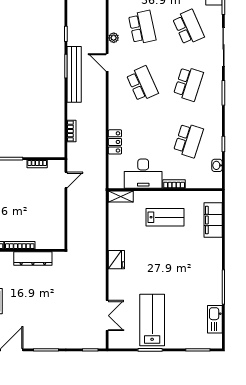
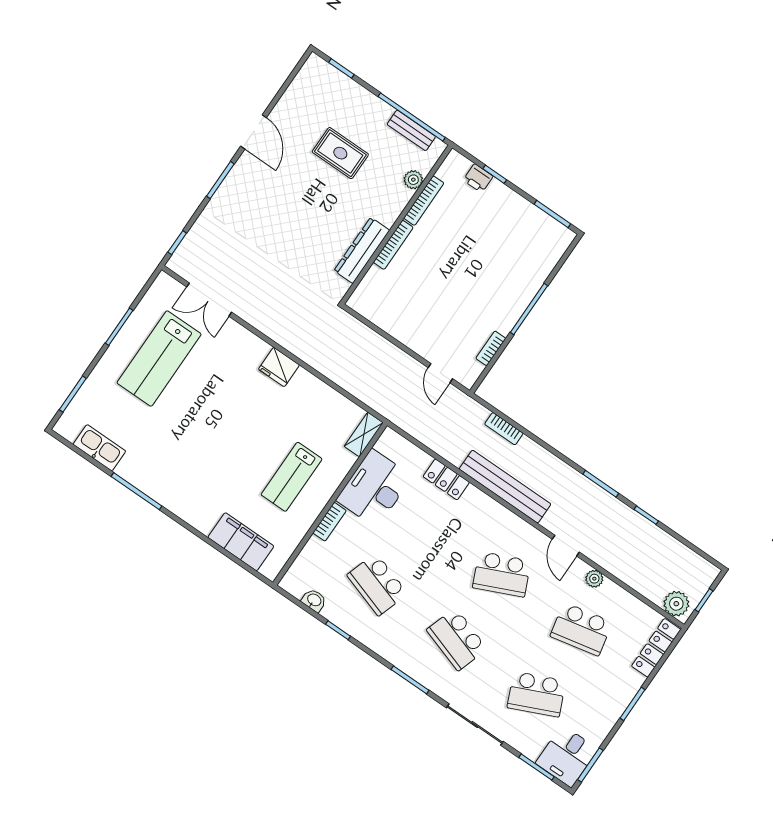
door: (107, 62) -> (566, 546), swing flipped
bench: (74, 74) -> (505, 487), moved
lab bench: (152, 320) -> (159, 359), turned 90

